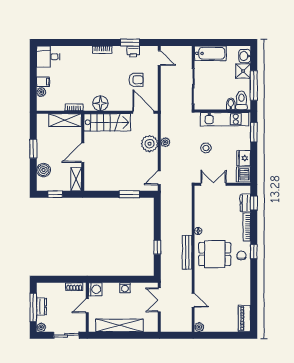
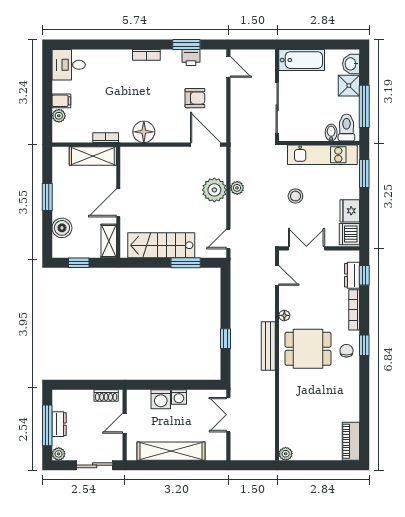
stairs: (107, 122) -> (161, 245), moved, turned 180
washing machine: (95, 289) -> (161, 399), moved, turned 90
door: (193, 300) -> (277, 276), moved

